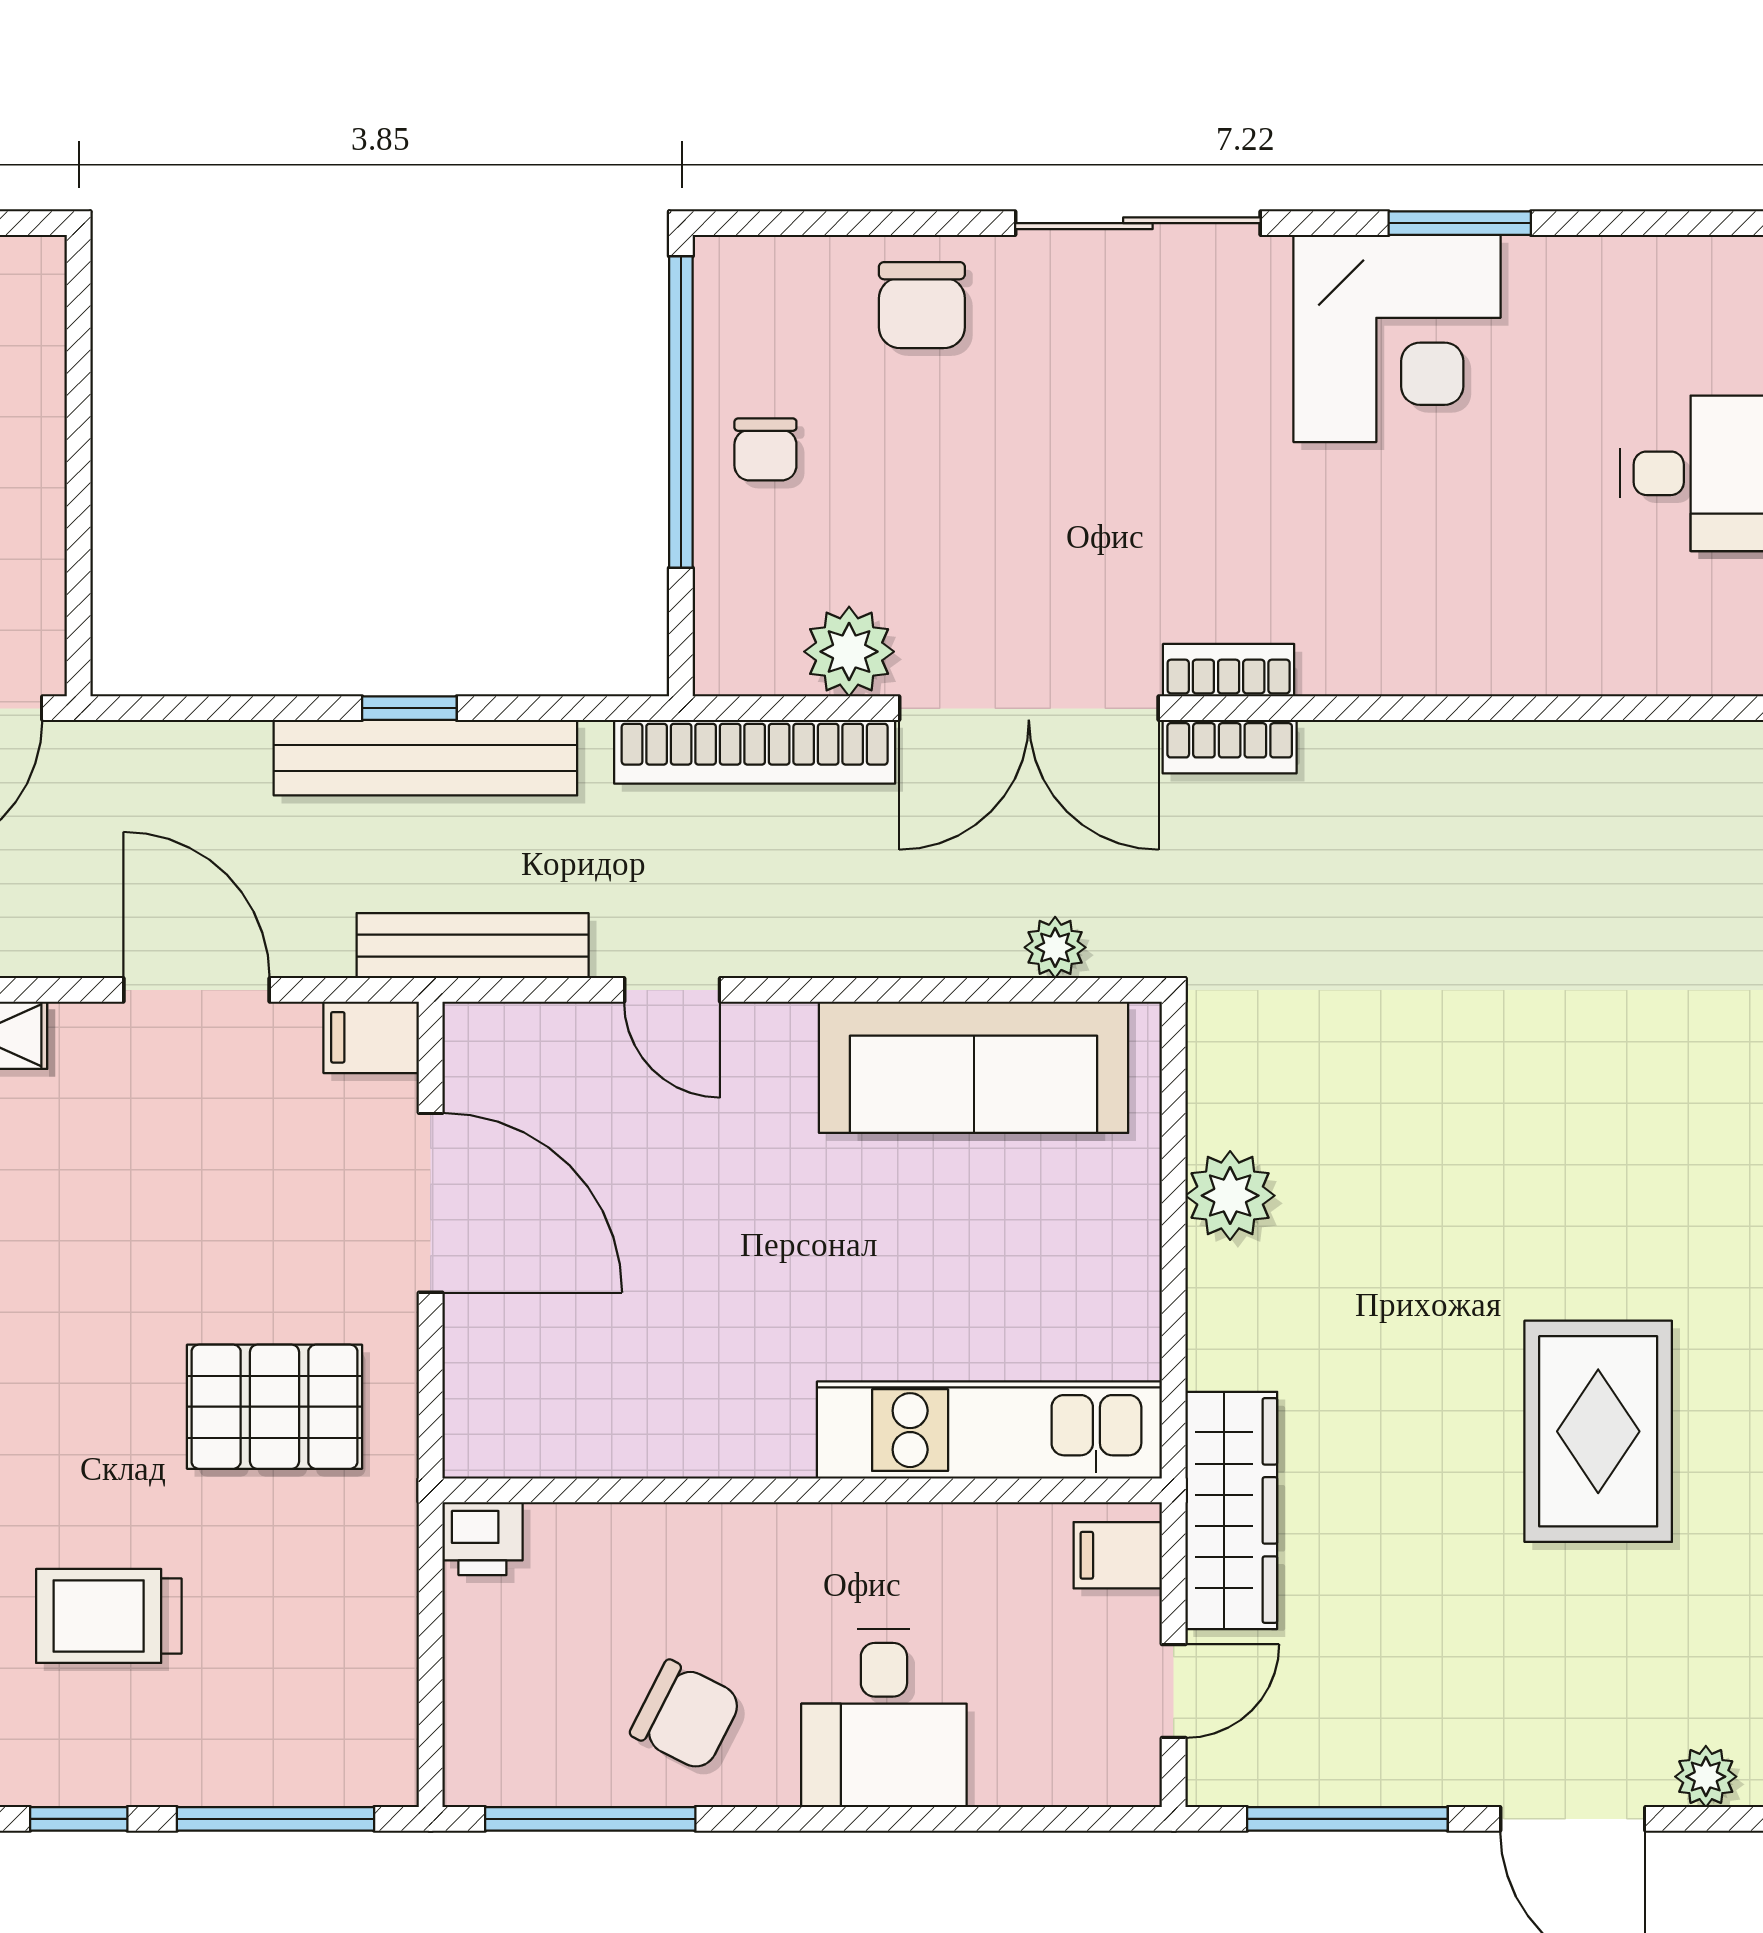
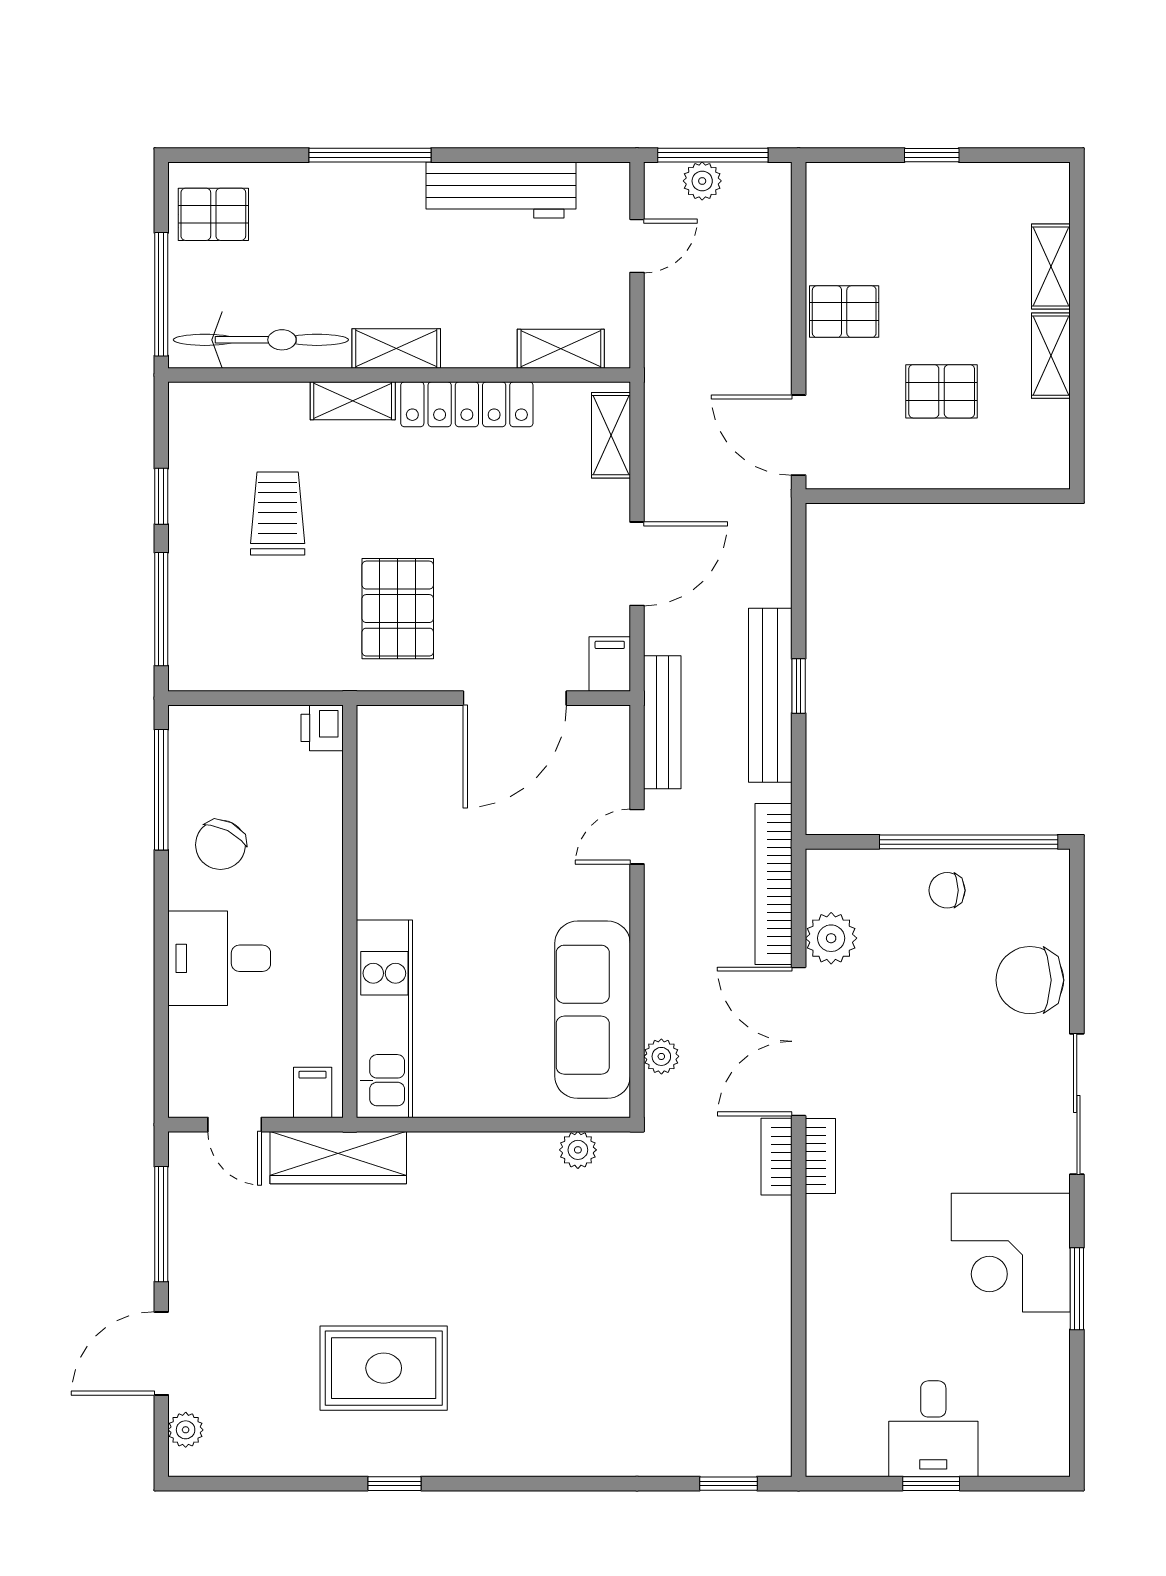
chair: (922, 305) -> (1030, 980), width x1.37, depth x1.37
plant: (1230, 1196) -> (578, 1150), moved, width x0.73, depth x0.73

